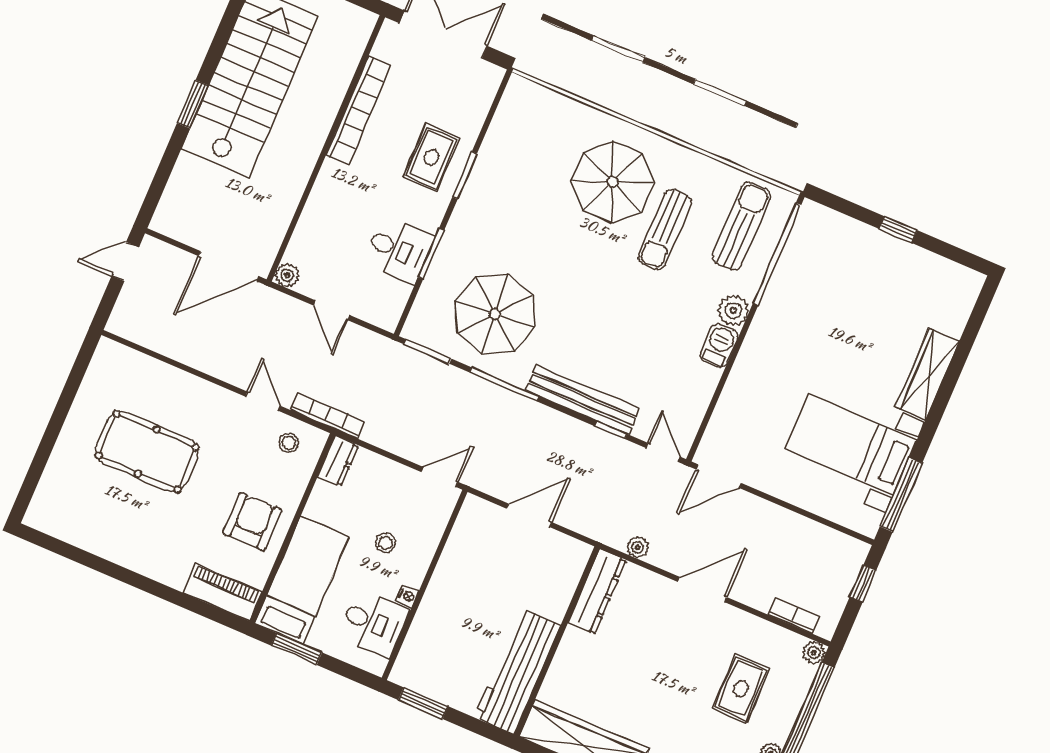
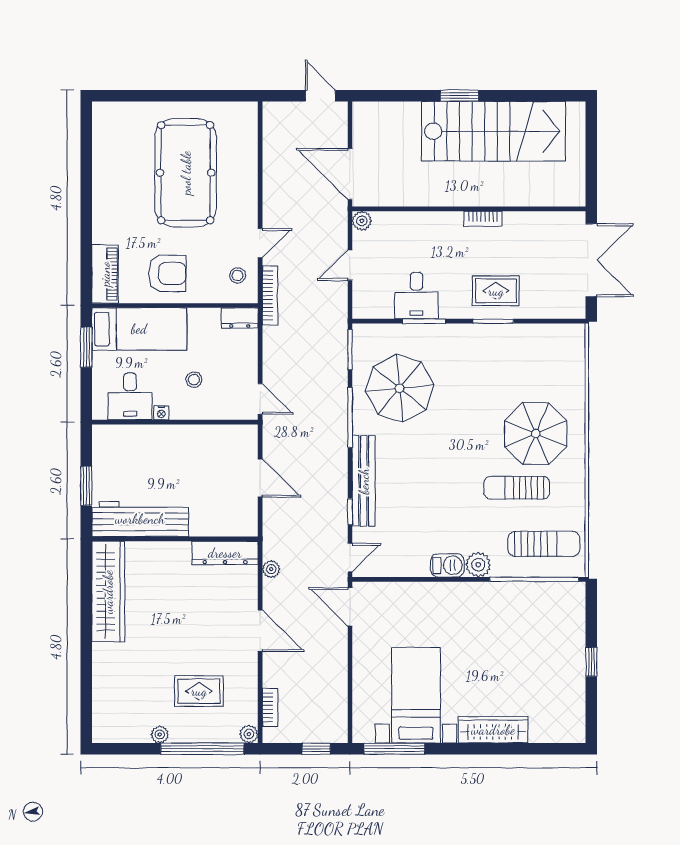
bookcase: (359, 110) -> (483, 219), width x0.43, depth x0.76
pool table: (147, 452) -> (186, 173), width x1.36, depth x1.32
window: (423, 703) -> (86, 486), moved

